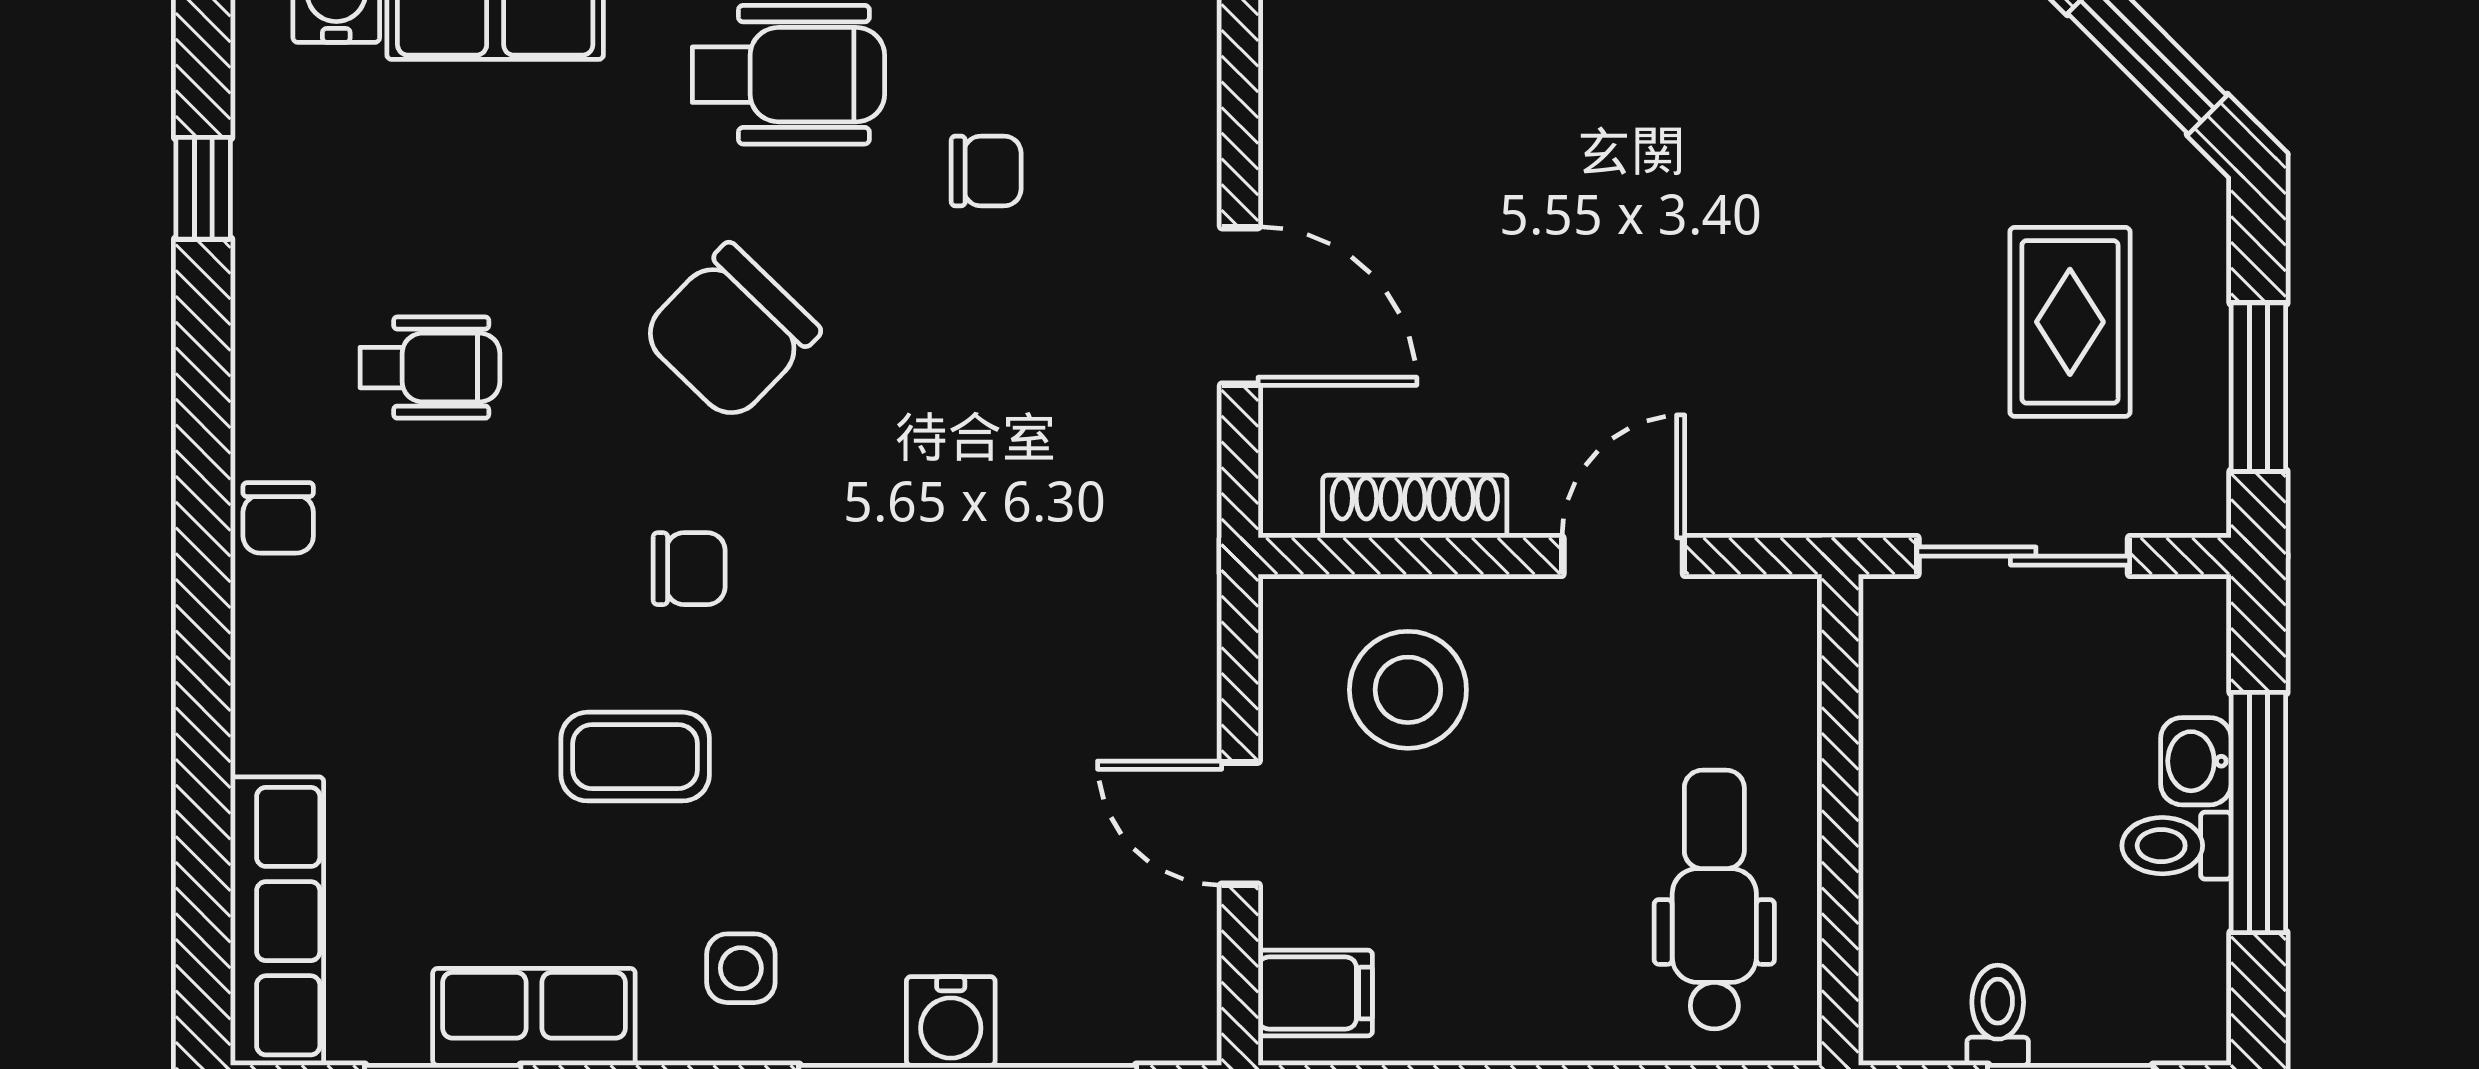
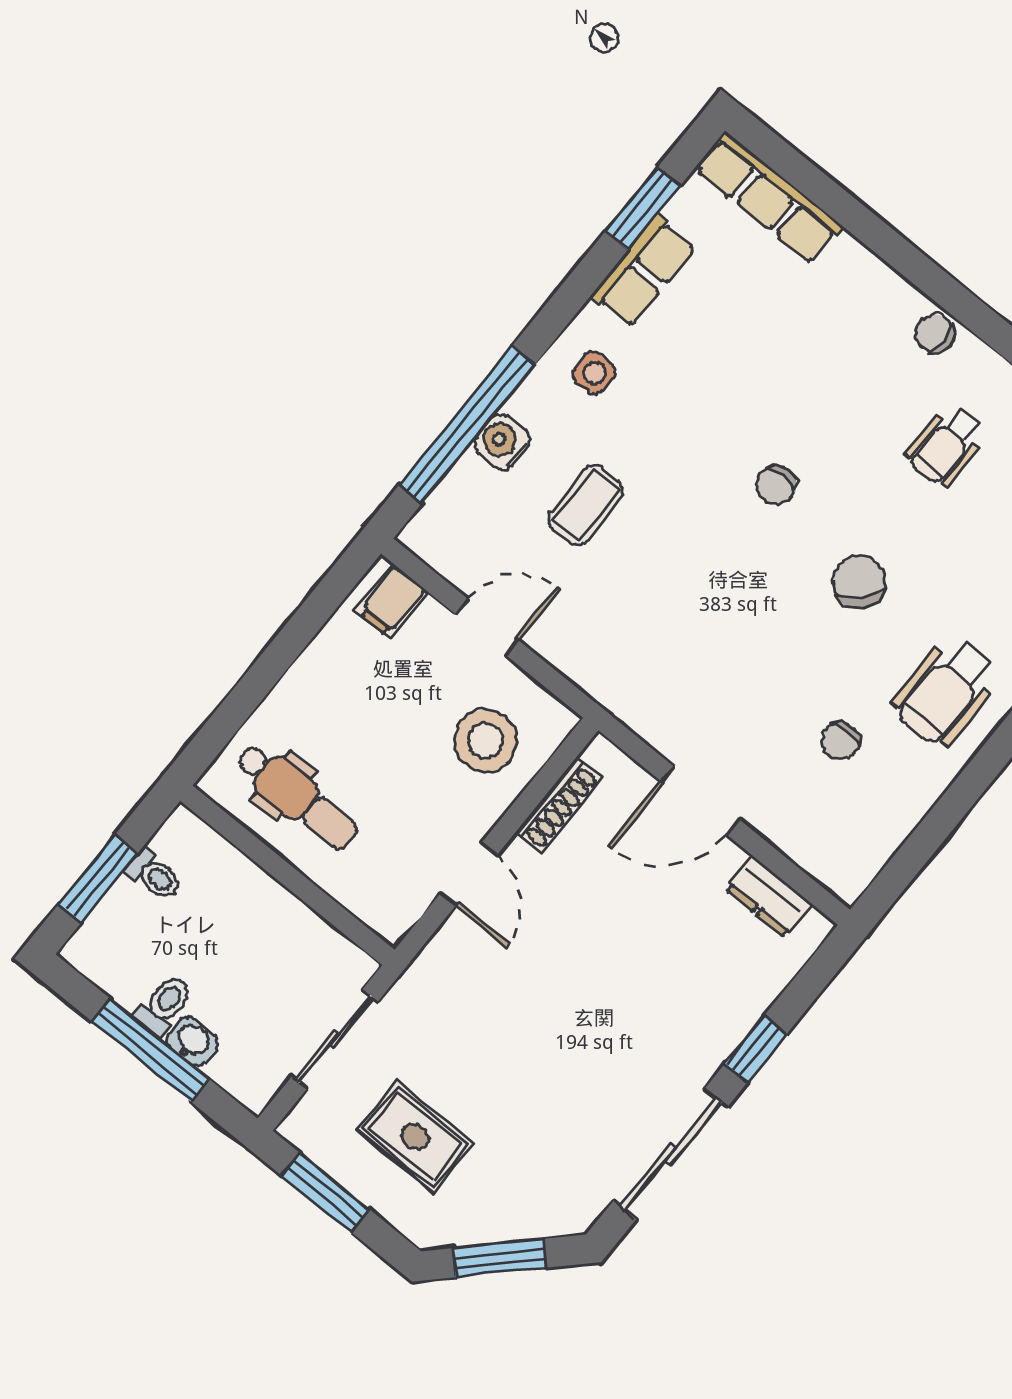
dresser: (1299, 91) -> (768, 896), added
chair: (730, 332) -> (859, 581), width x0.73, depth x0.73
coffee table: (635, 757) -> (586, 505), moved

